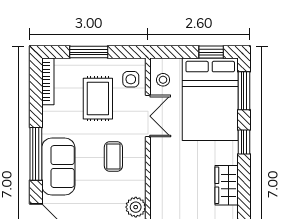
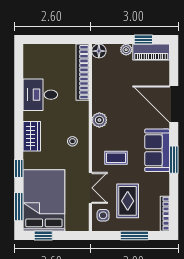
stool: (163, 80) -> (72, 141), moved
double door: (148, 116) -> (90, 188), swing flipped
window: (36, 154) -> (174, 160), width x0.69
coffee table: (113, 156) -> (116, 158), turned 90

